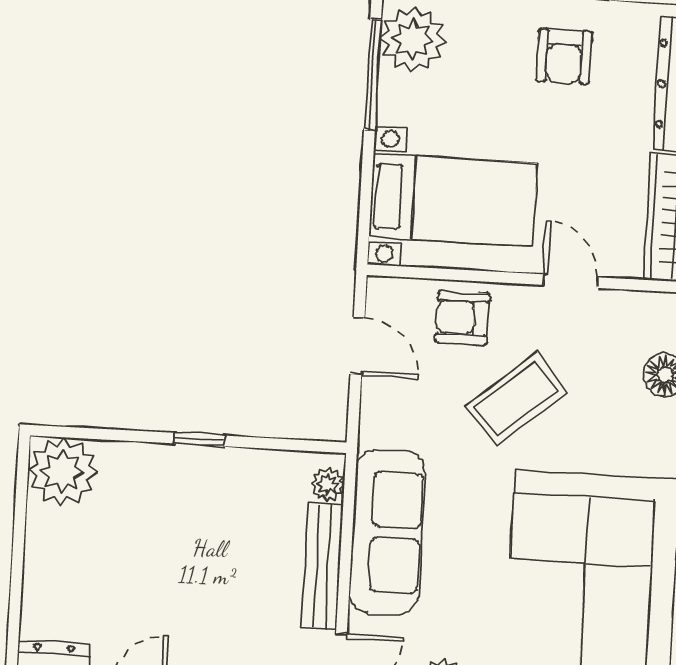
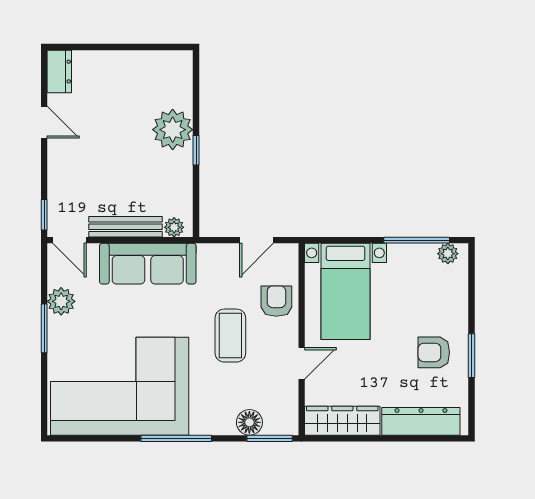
plant: (413, 39) -> (448, 254), width x0.53, depth x0.53
coffee table: (517, 399) -> (230, 336), turned 40
plant: (62, 472) -> (173, 130), moved

